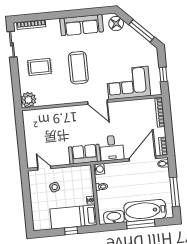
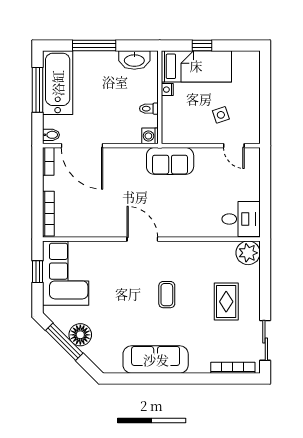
floor lamp: (116, 24) -> (80, 335), moved
rug: (40, 67) -> (226, 302), turned 90
coffee table: (78, 68) -> (167, 295), width x0.54, depth x0.58
corner sofa: (128, 83) -> (66, 273), moved, turned -90
desk: (112, 148) -> (241, 219), moved, turned 90
door: (142, 159) -> (82, 146), hinge flipped
bathtub: (145, 210) -> (58, 83), moved, turned -90

